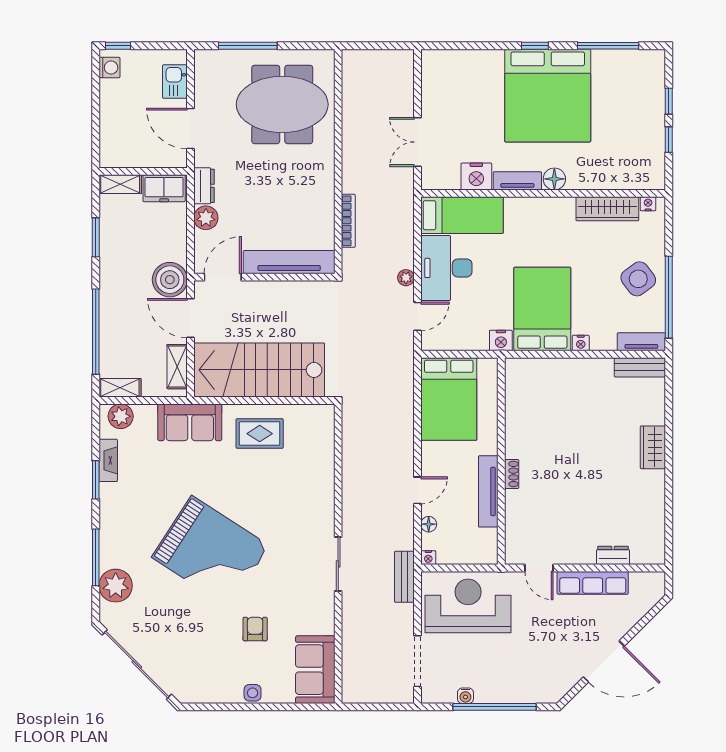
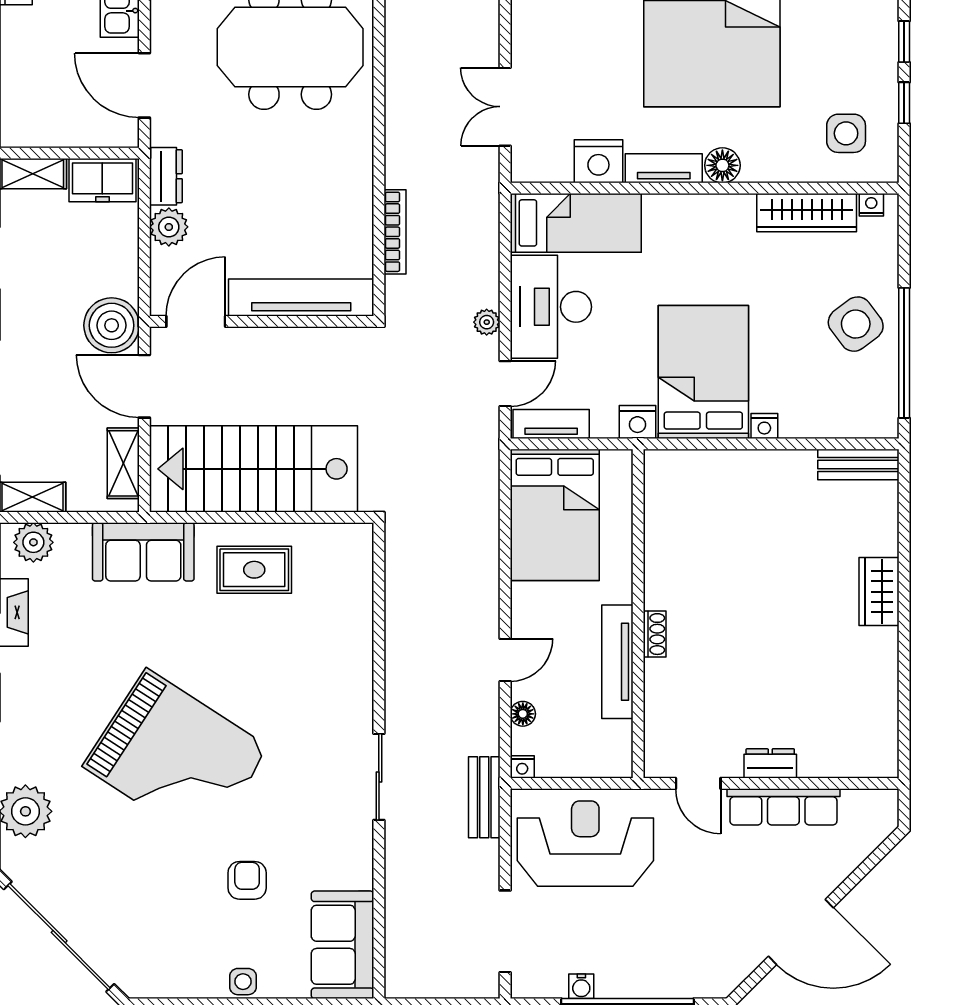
side table: (632, 159) -> (846, 133), added
tv unit: (641, 342) -> (551, 424), moved
dresser: (613, 555) -> (770, 763), moved

